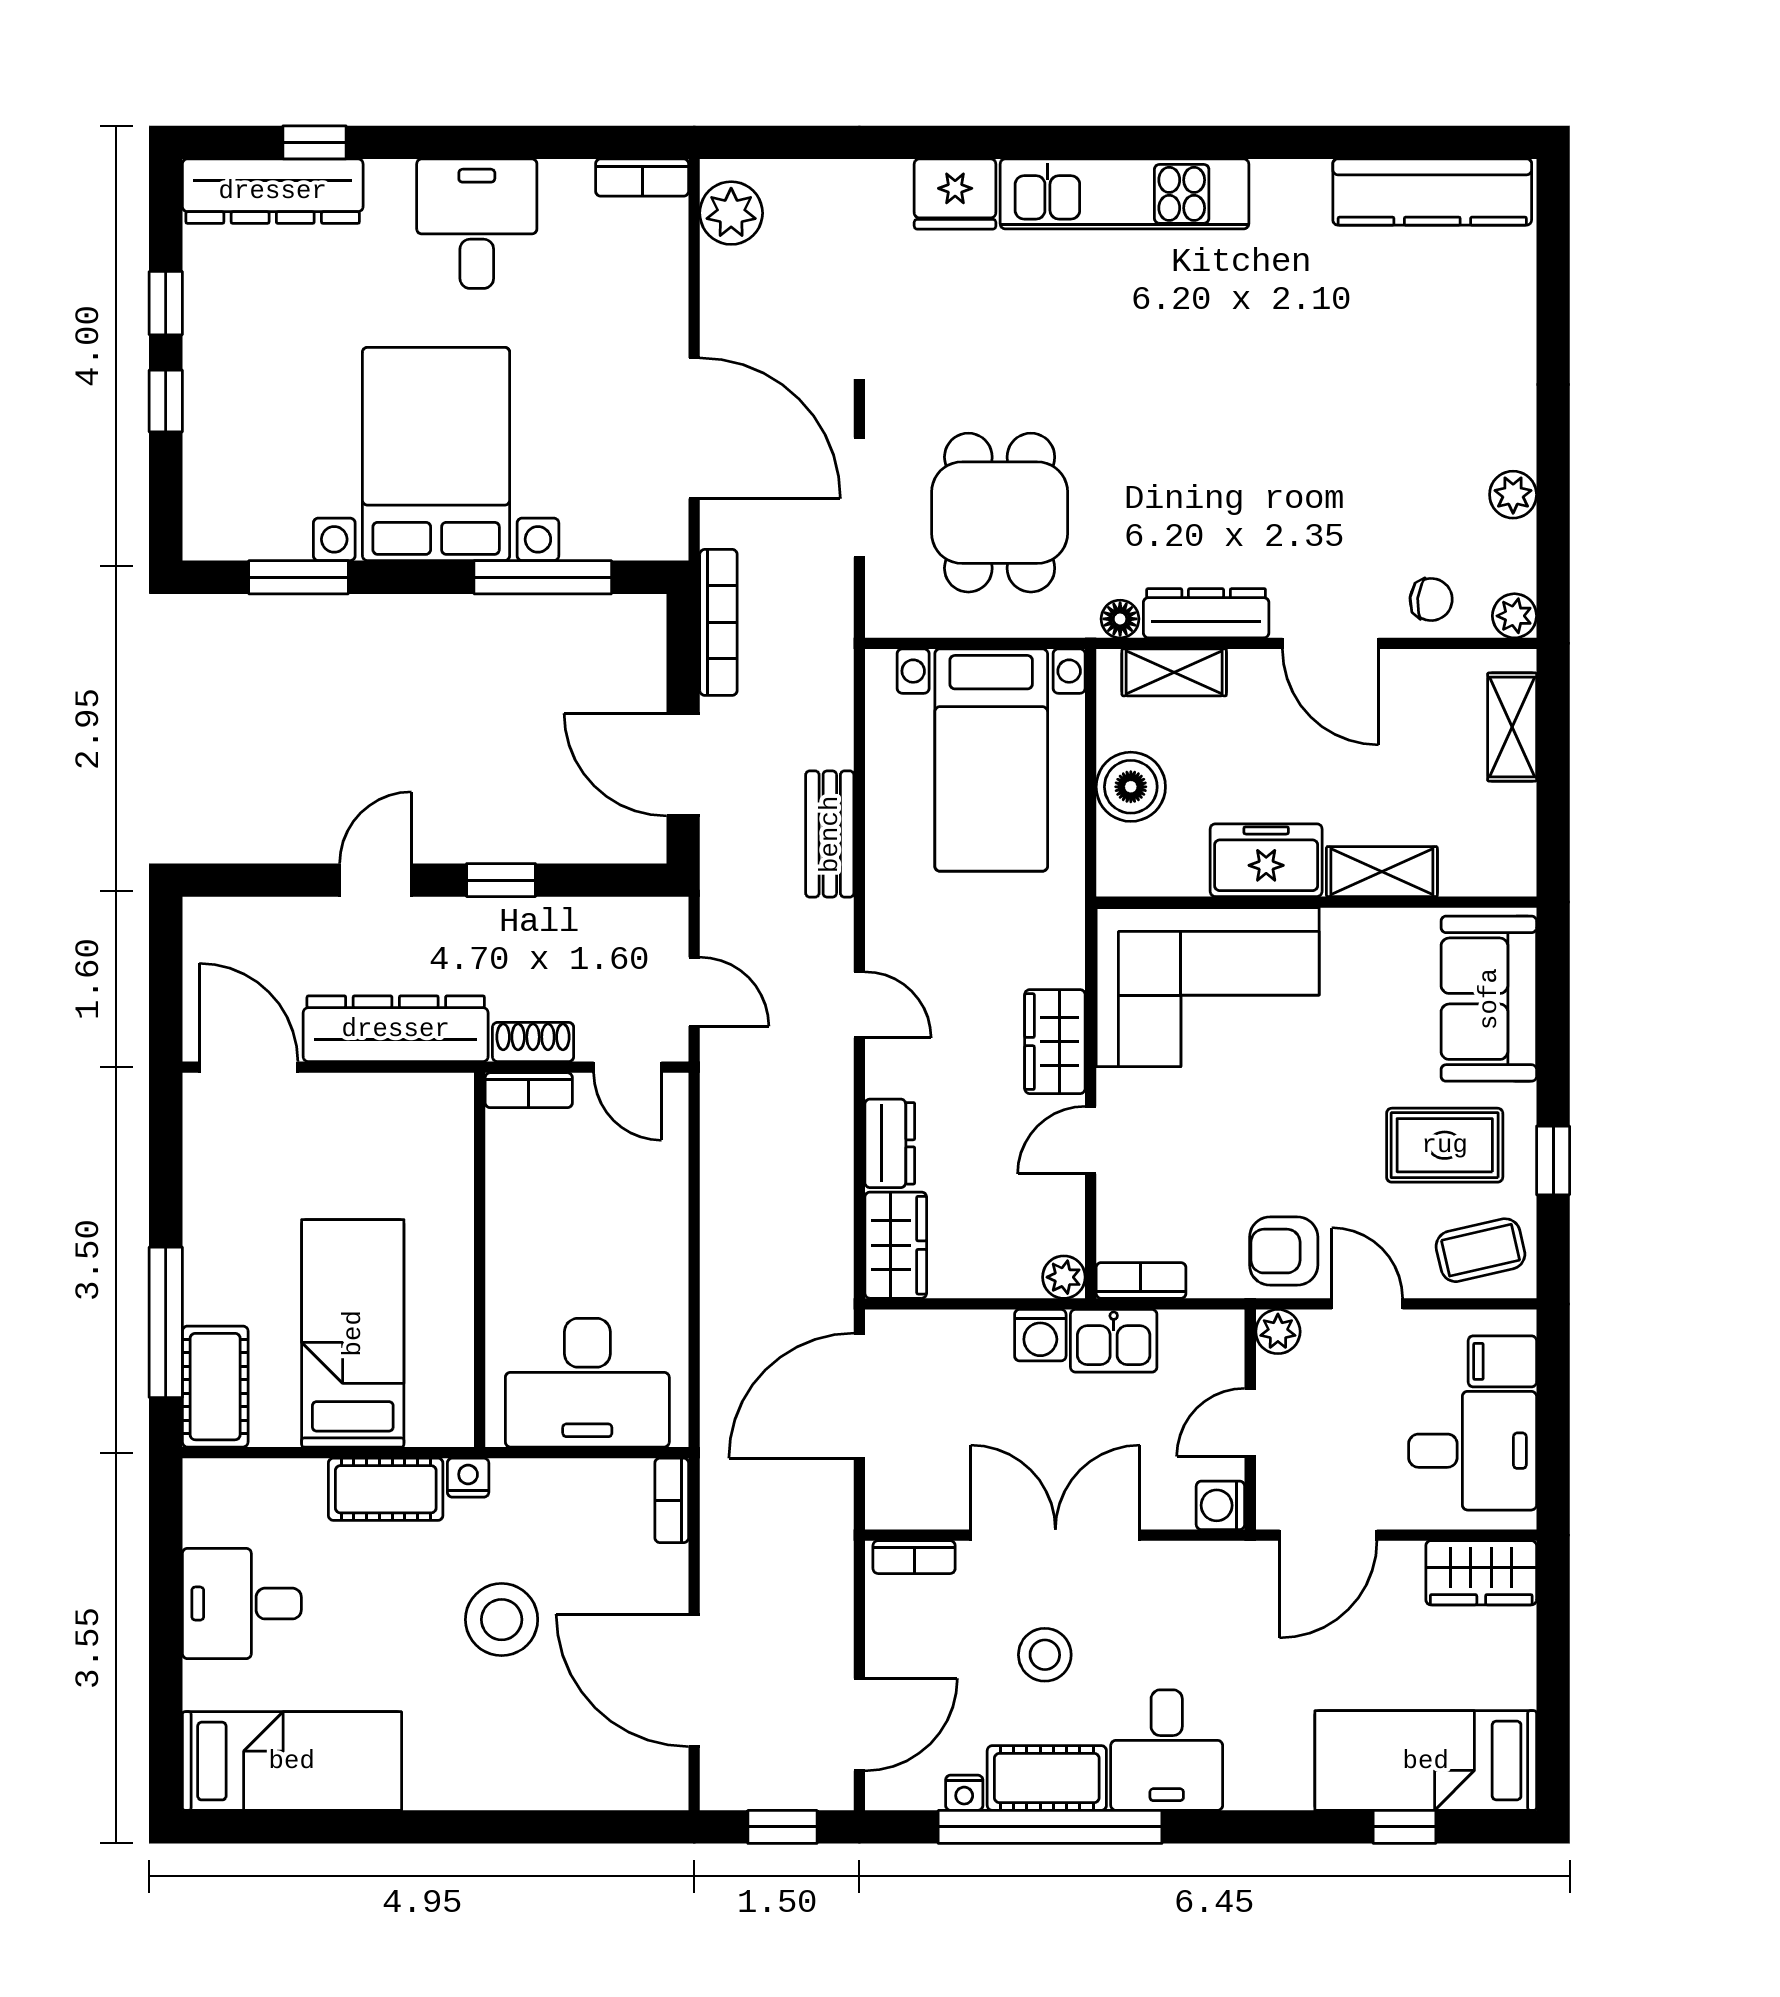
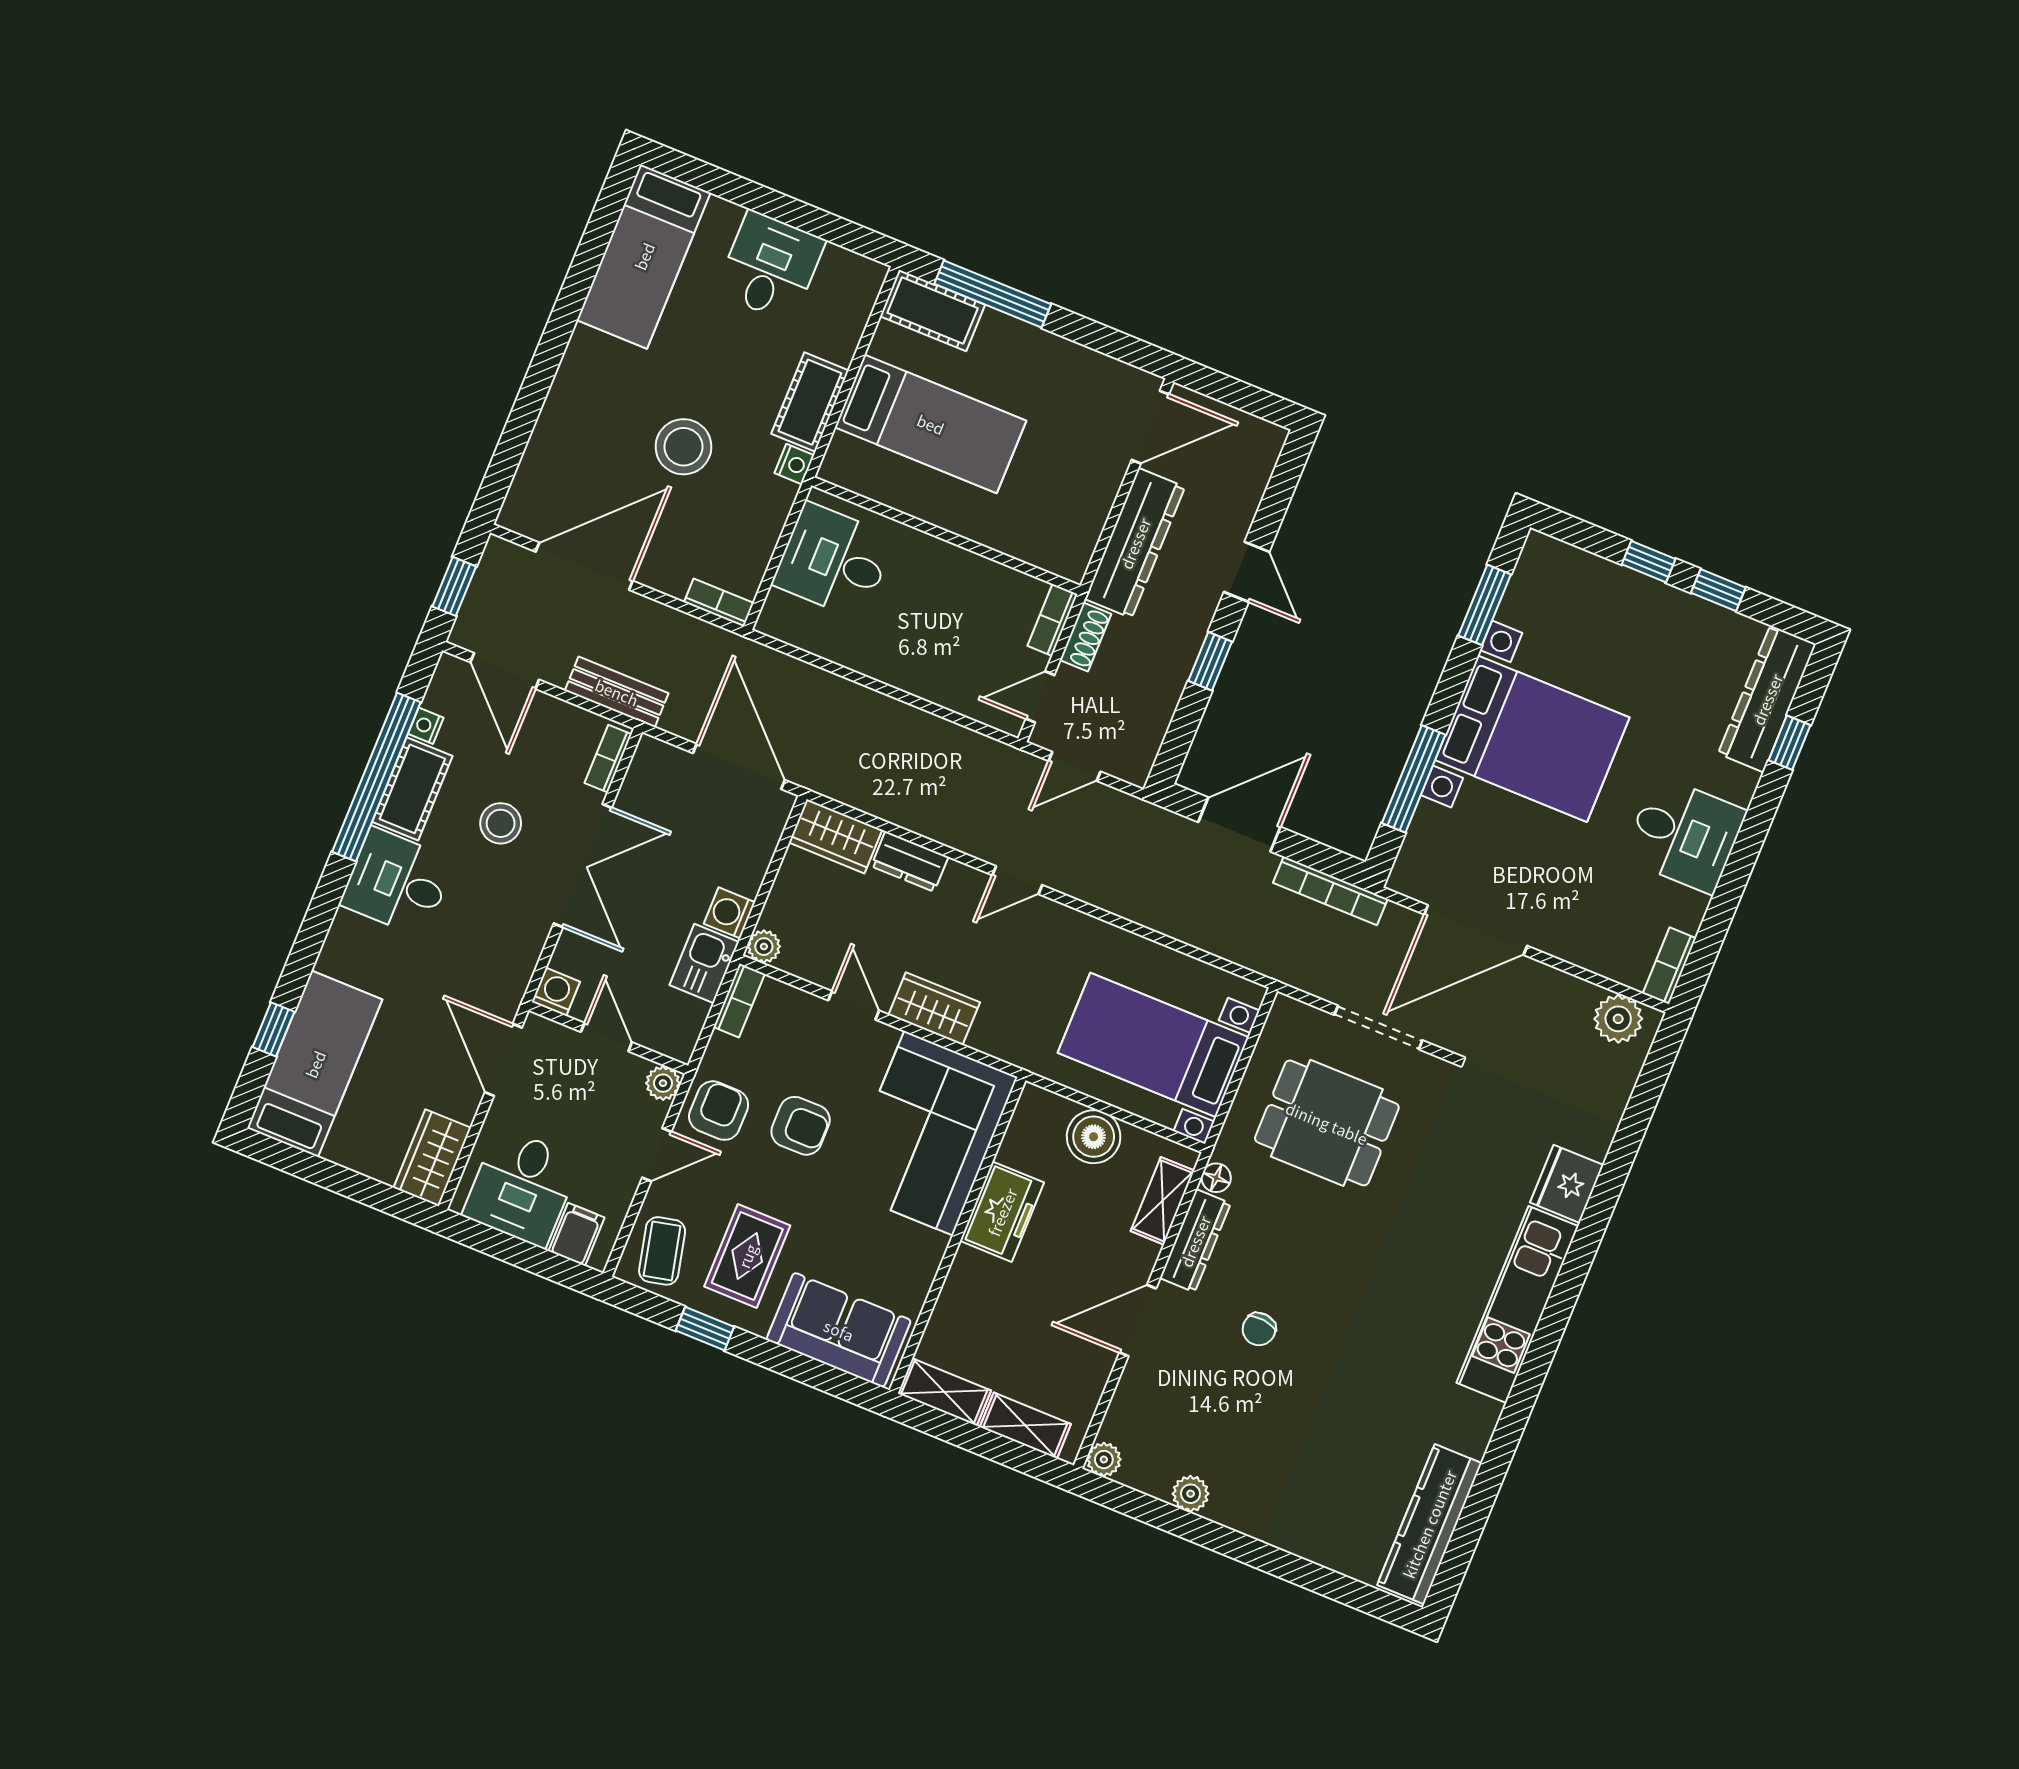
chair: (1431, 599) -> (1259, 1329), moved
bench: (830, 834) -> (617, 692), moved
shelving: (1382, 872) -> (944, 1392), moved, turned 90
armchair: (1262, 1145) -> (801, 1126), added
desk: (587, 1383) -> (834, 561), width x0.73

